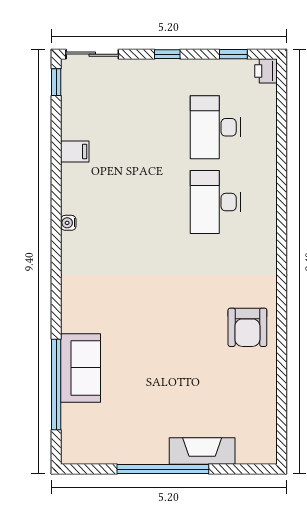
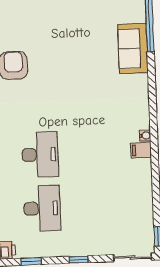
filing cabinet: (75, 152) -> (141, 150), moved
sofa: (81, 368) -> (133, 49), moved

